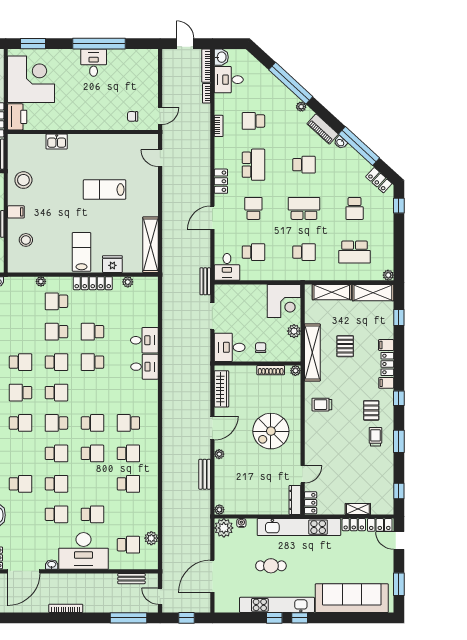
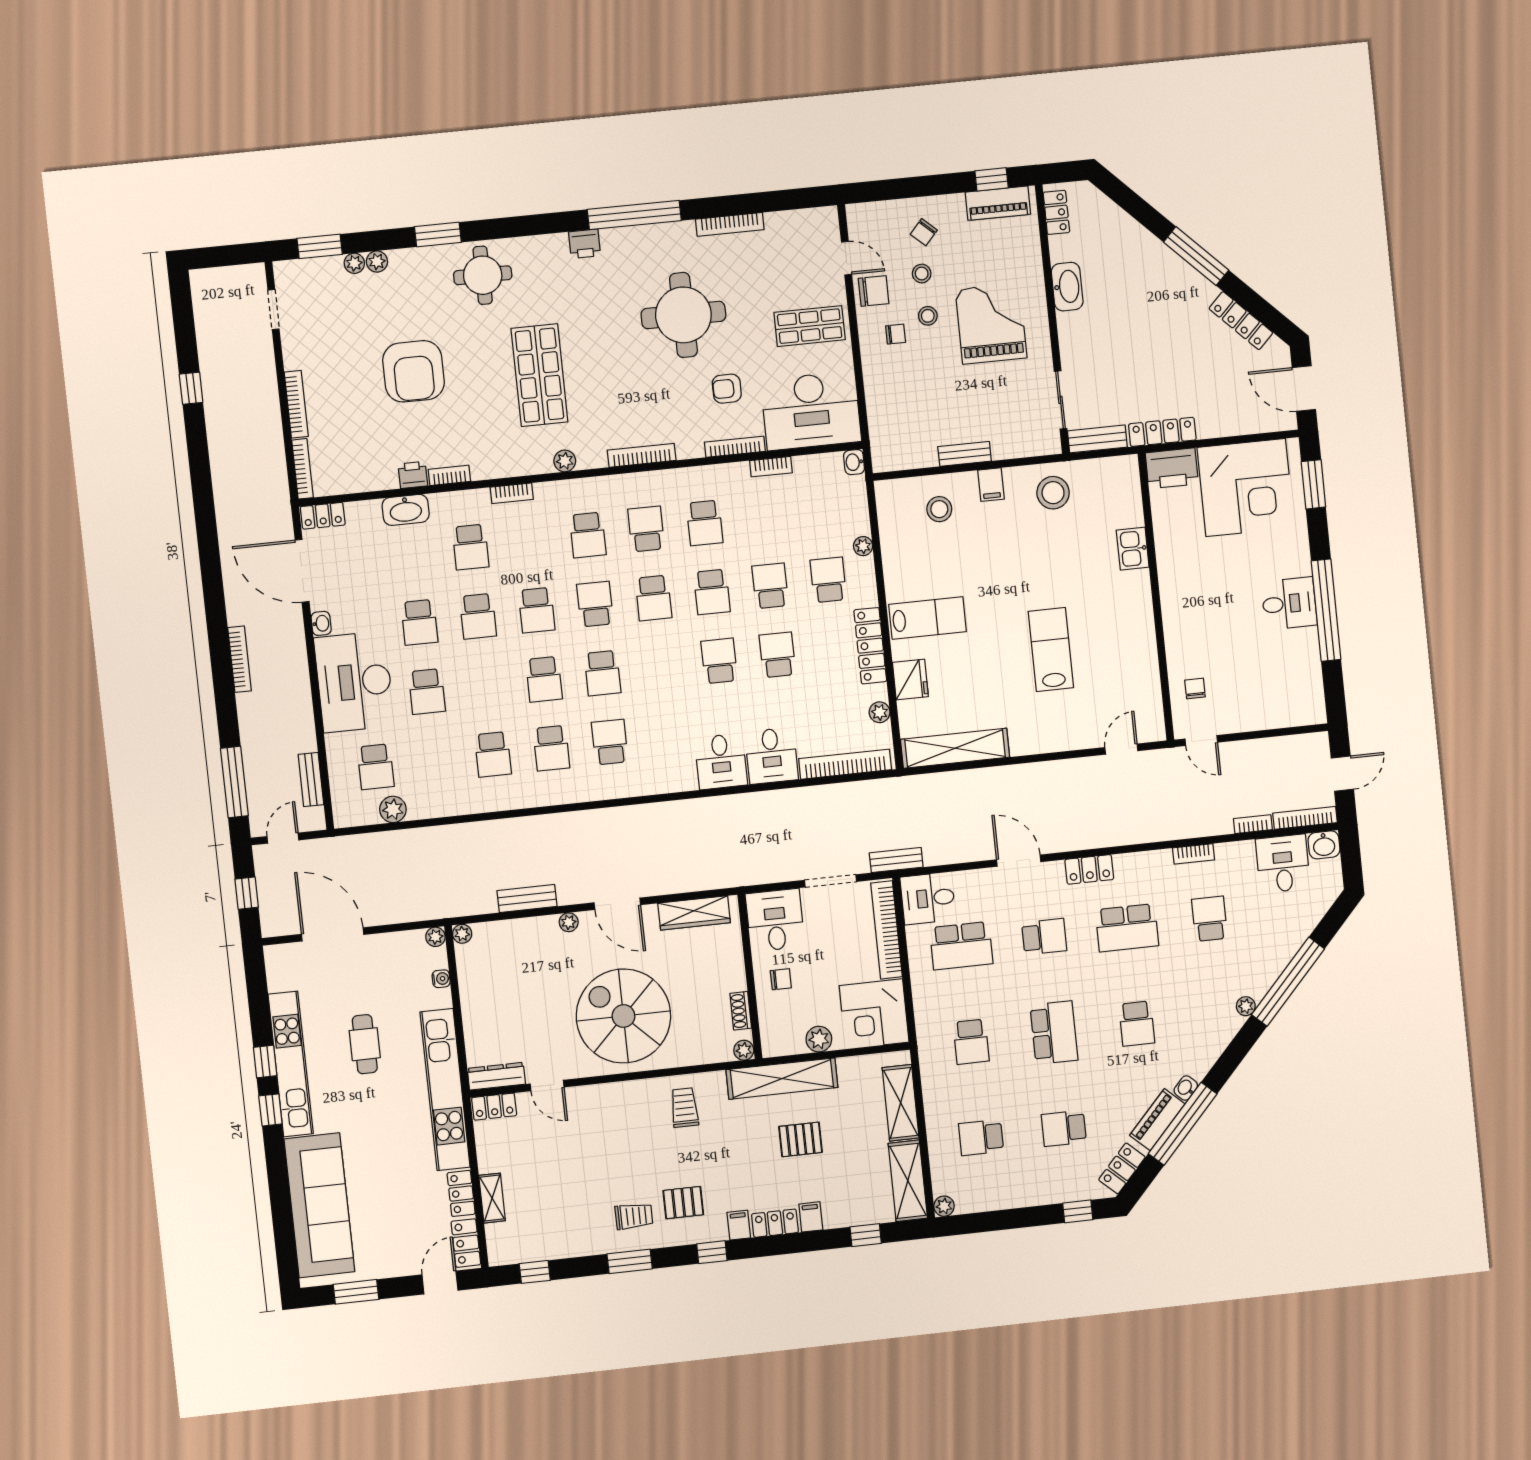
piano: (323, 129) -> (1157, 1120), moved
school desk: (253, 252) -> (961, 946), width x1.85
school desk: (355, 252) -> (981, 1137), width x0.54
bookcase: (241, 290) -> (886, 930), added
bookcase: (153, 303) -> (845, 764), added
shoe rack: (271, 370) -> (741, 1011), width x0.70
spiral stairs: (271, 431) -> (623, 1016), width x1.37, depth x1.37
plant: (224, 528) -> (435, 937), width x0.53, depth x0.53

